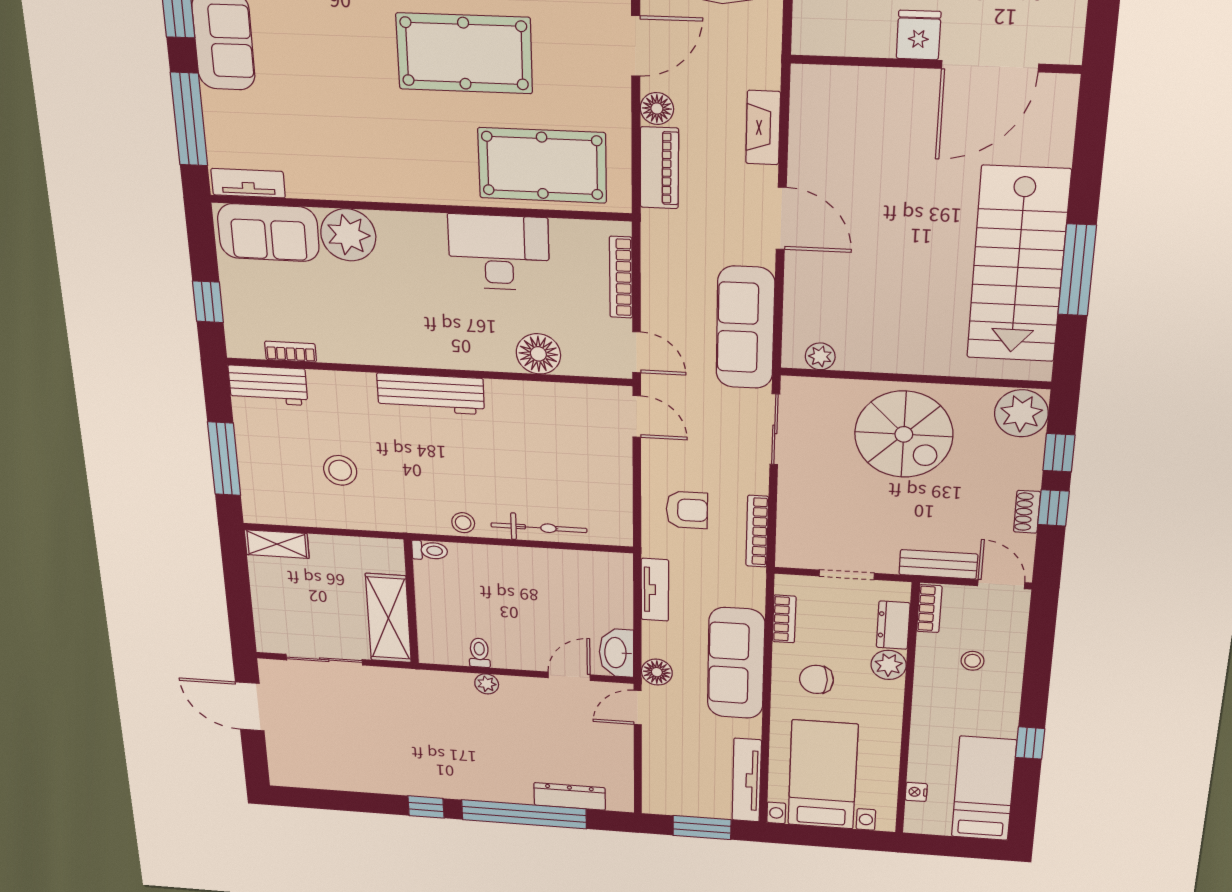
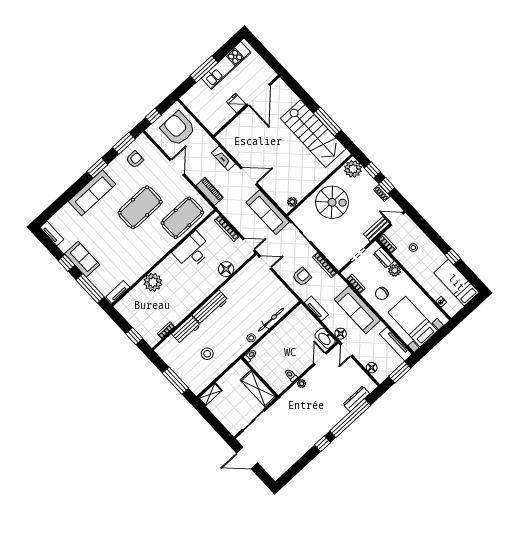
floor lamp: (657, 108) -> (372, 368), moved
sofa: (268, 233) -> (133, 301), removed
workbench: (268, 385) -> (186, 330), moved

